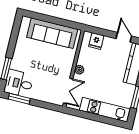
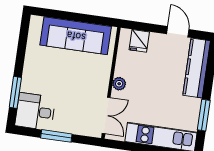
window: (19, 99) -> (56, 136), moved

